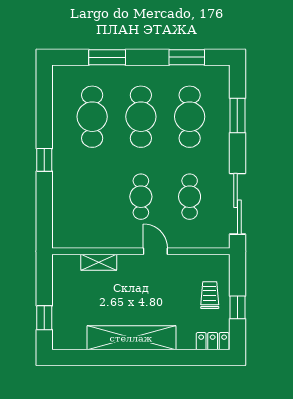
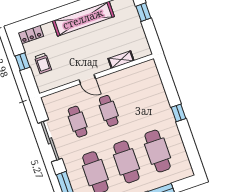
sliding door: (237, 204) -> (50, 141), moved

